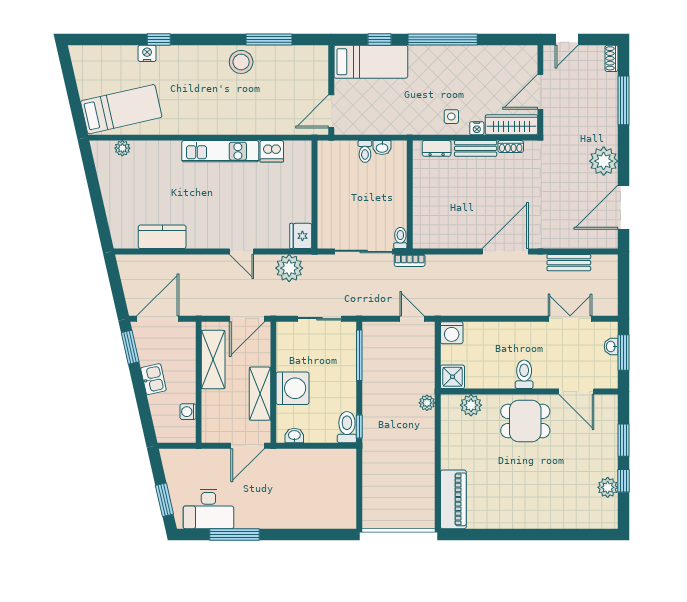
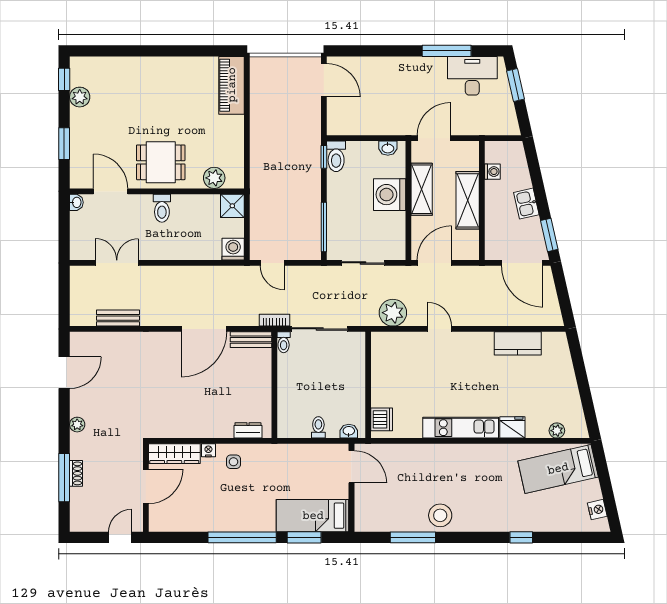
window: (379, 40) -> (304, 537), width x1.50
nightstand: (147, 53) -> (597, 510), moved, turned -103
shoe rack: (612, 58) -> (76, 473), moved
door: (331, 111) -> (351, 467), hinge flipped
shoe rack: (511, 147) -> (175, 432), removed
washbasin: (382, 148) -> (349, 431), moved
bench: (476, 148) -> (251, 340), moved
dishwasher: (272, 151) -> (382, 419), moved, turned 90
plant: (604, 161) -> (77, 425), width x0.53, depth x0.53
door: (624, 207) -> (64, 373), width x0.73
fridge: (301, 236) -> (512, 427), moved, turned -90
door: (505, 251) -> (204, 329), moved
door: (158, 319) -> (522, 263), hinge flipped
double door: (570, 319) -> (117, 263), swing flipped
washbasin: (611, 346) -> (76, 202), moved
window: (624, 352) -> (64, 230), removed
shelving: (213, 360) -> (468, 200), moved
plant: (427, 403) -> (257, 180), removed
window: (624, 481) -> (64, 79), moved
door: (359, 505) -> (324, 80), added

